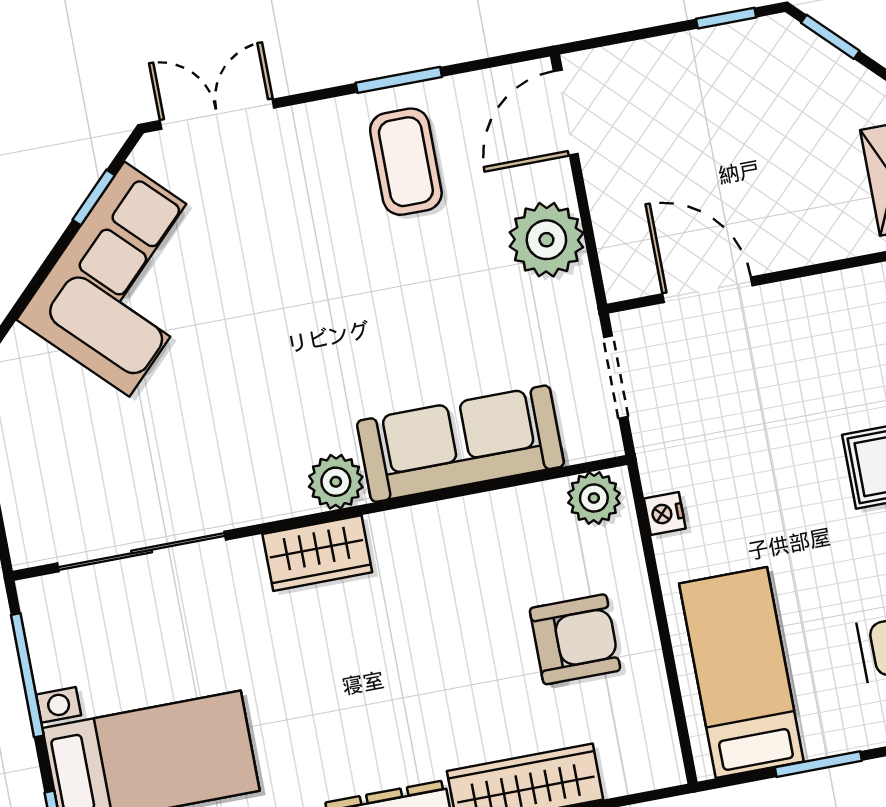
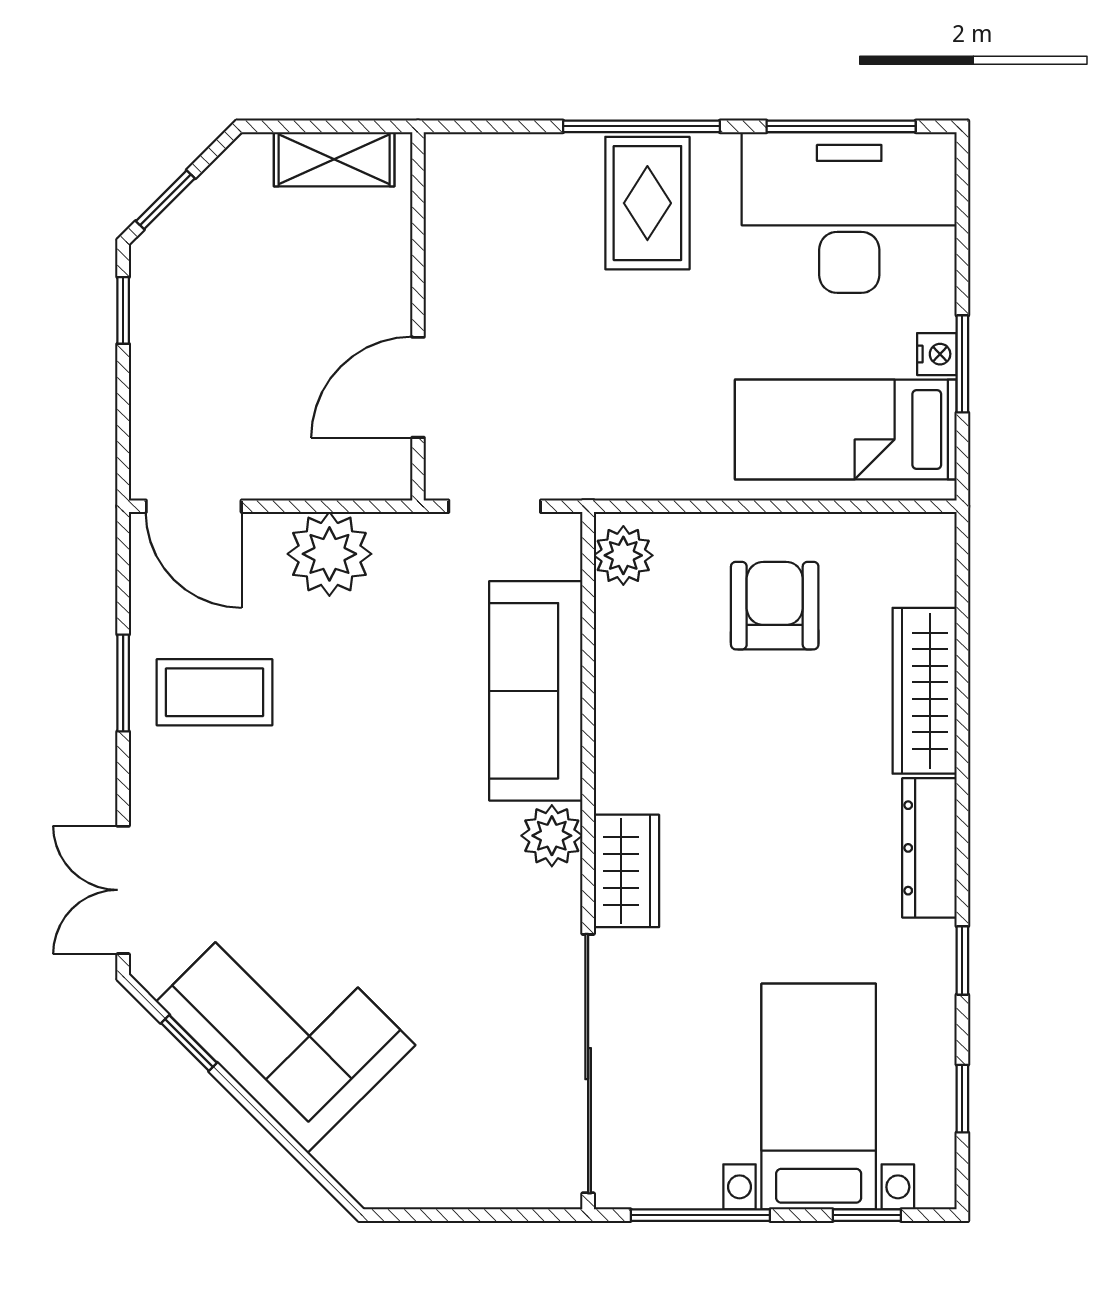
nightstand: (665, 514) -> (937, 354), moved, turned -90
sliding door: (142, 551) -> (588, 1064), width x1.36

